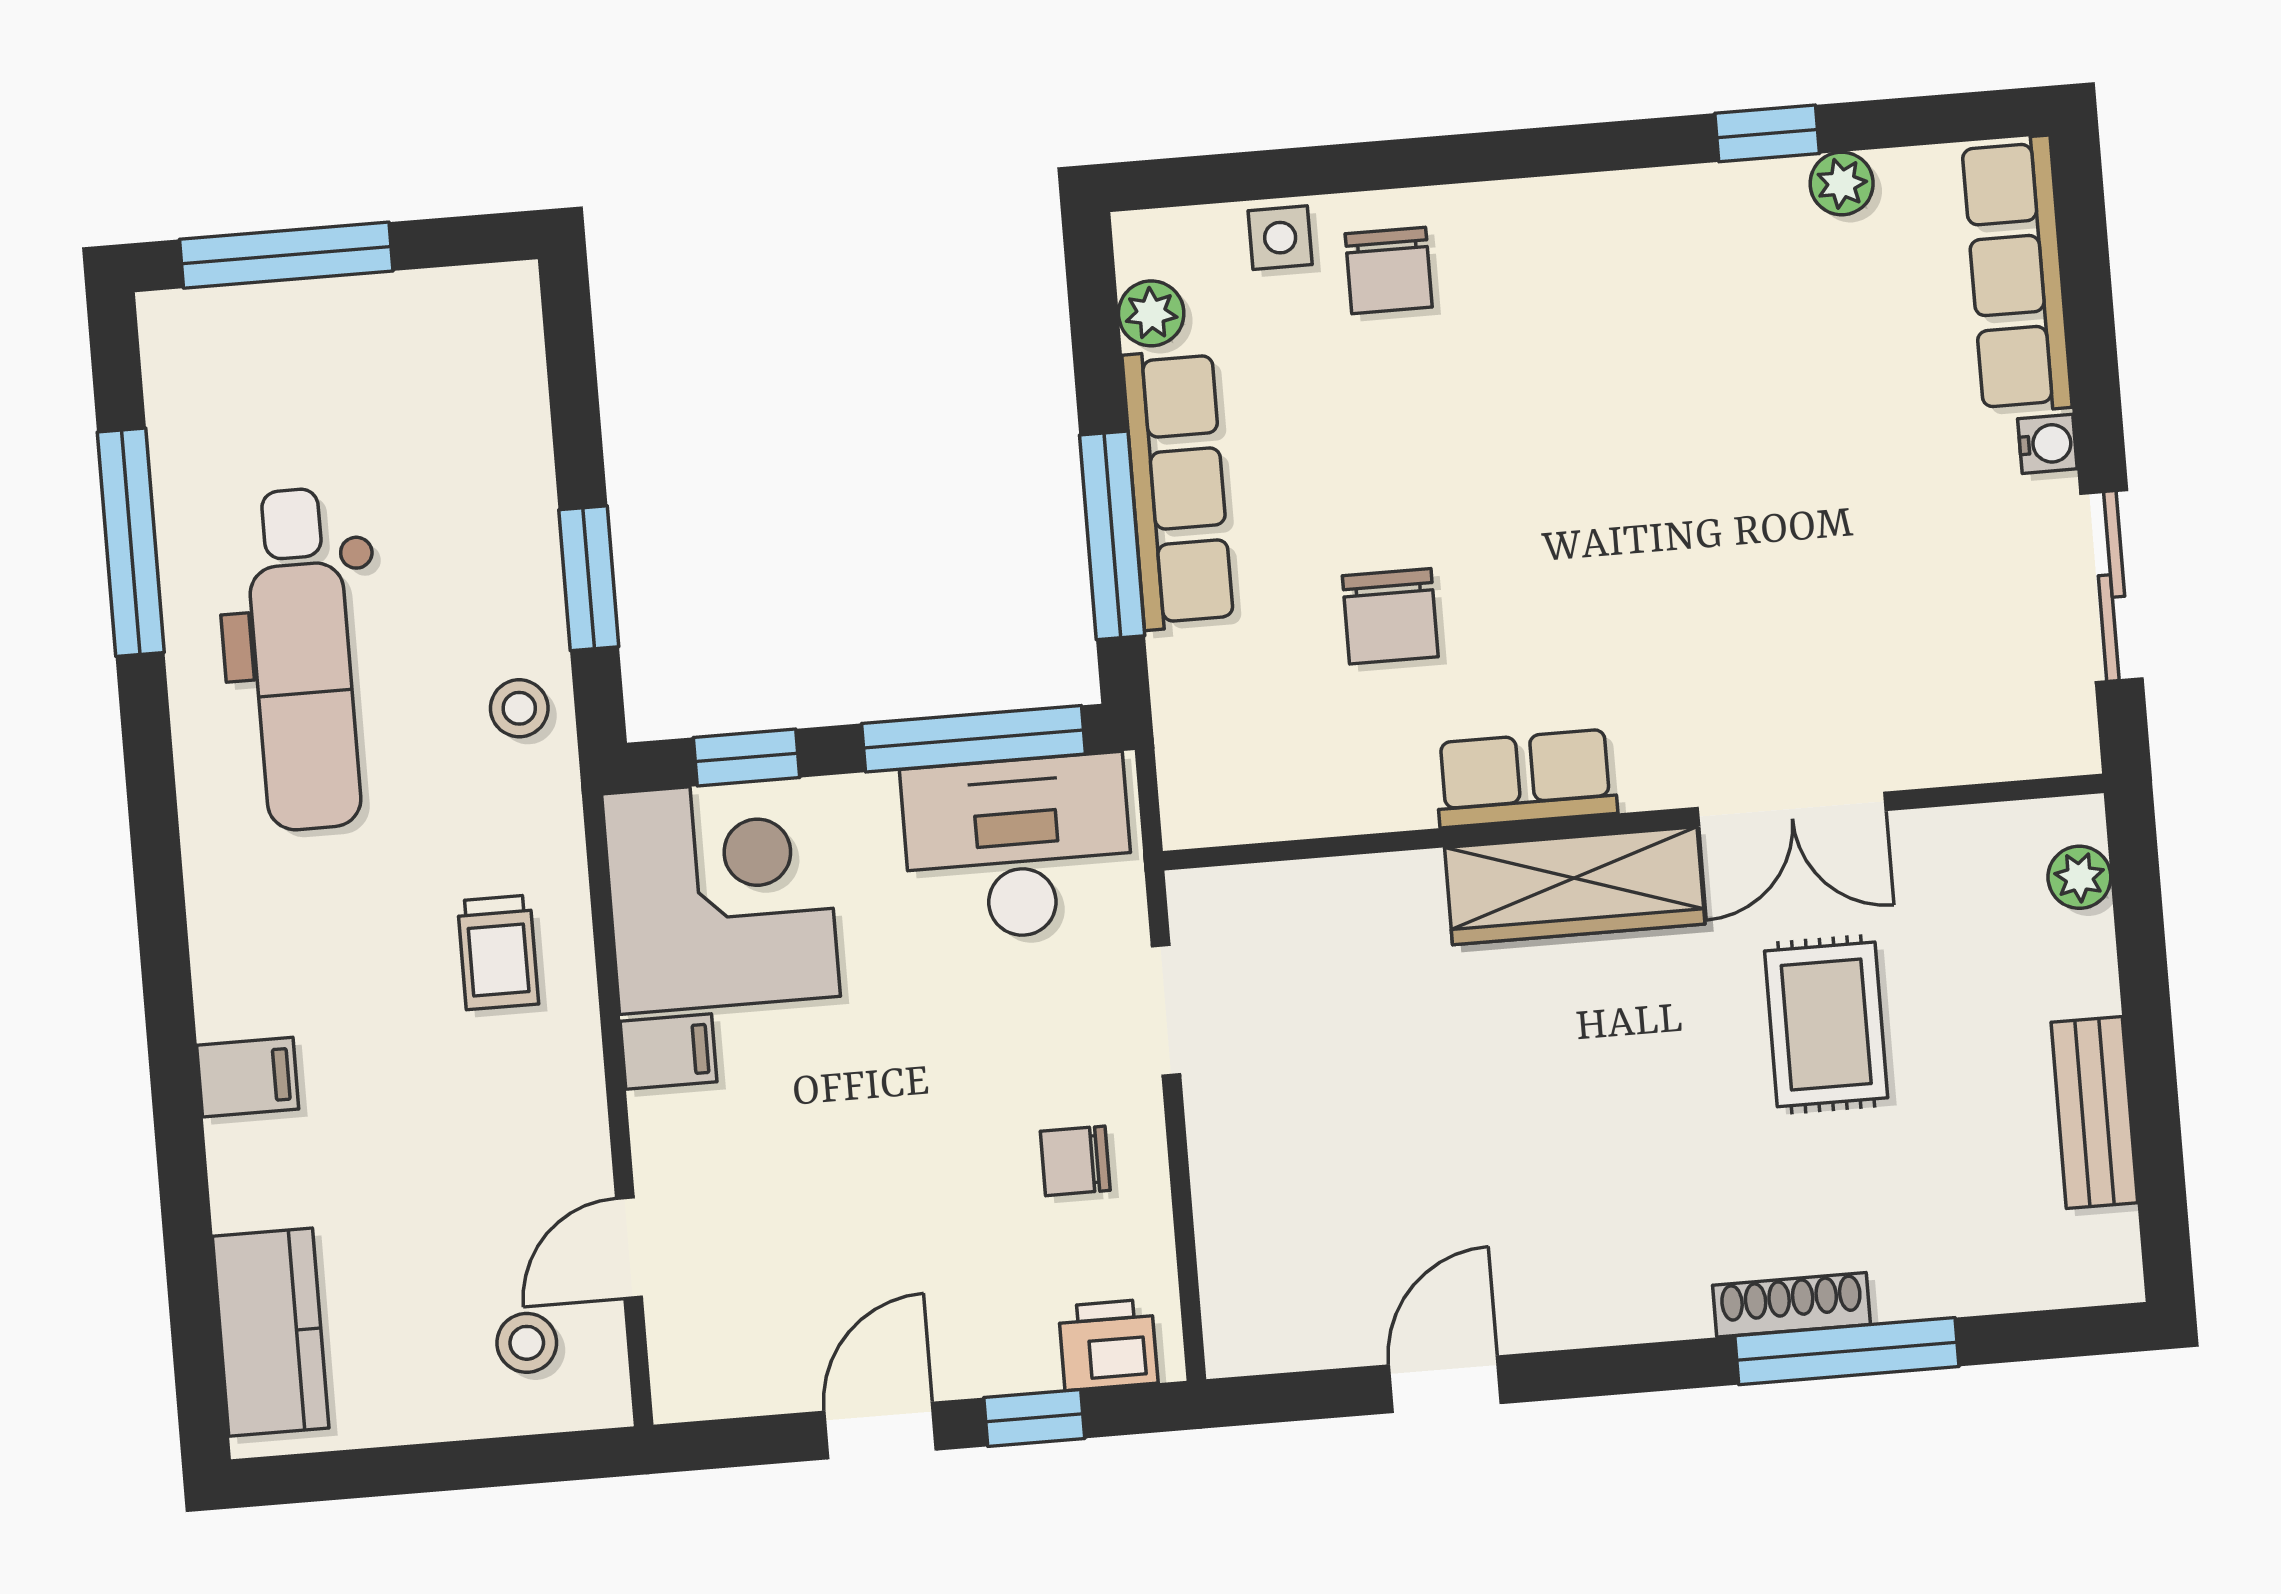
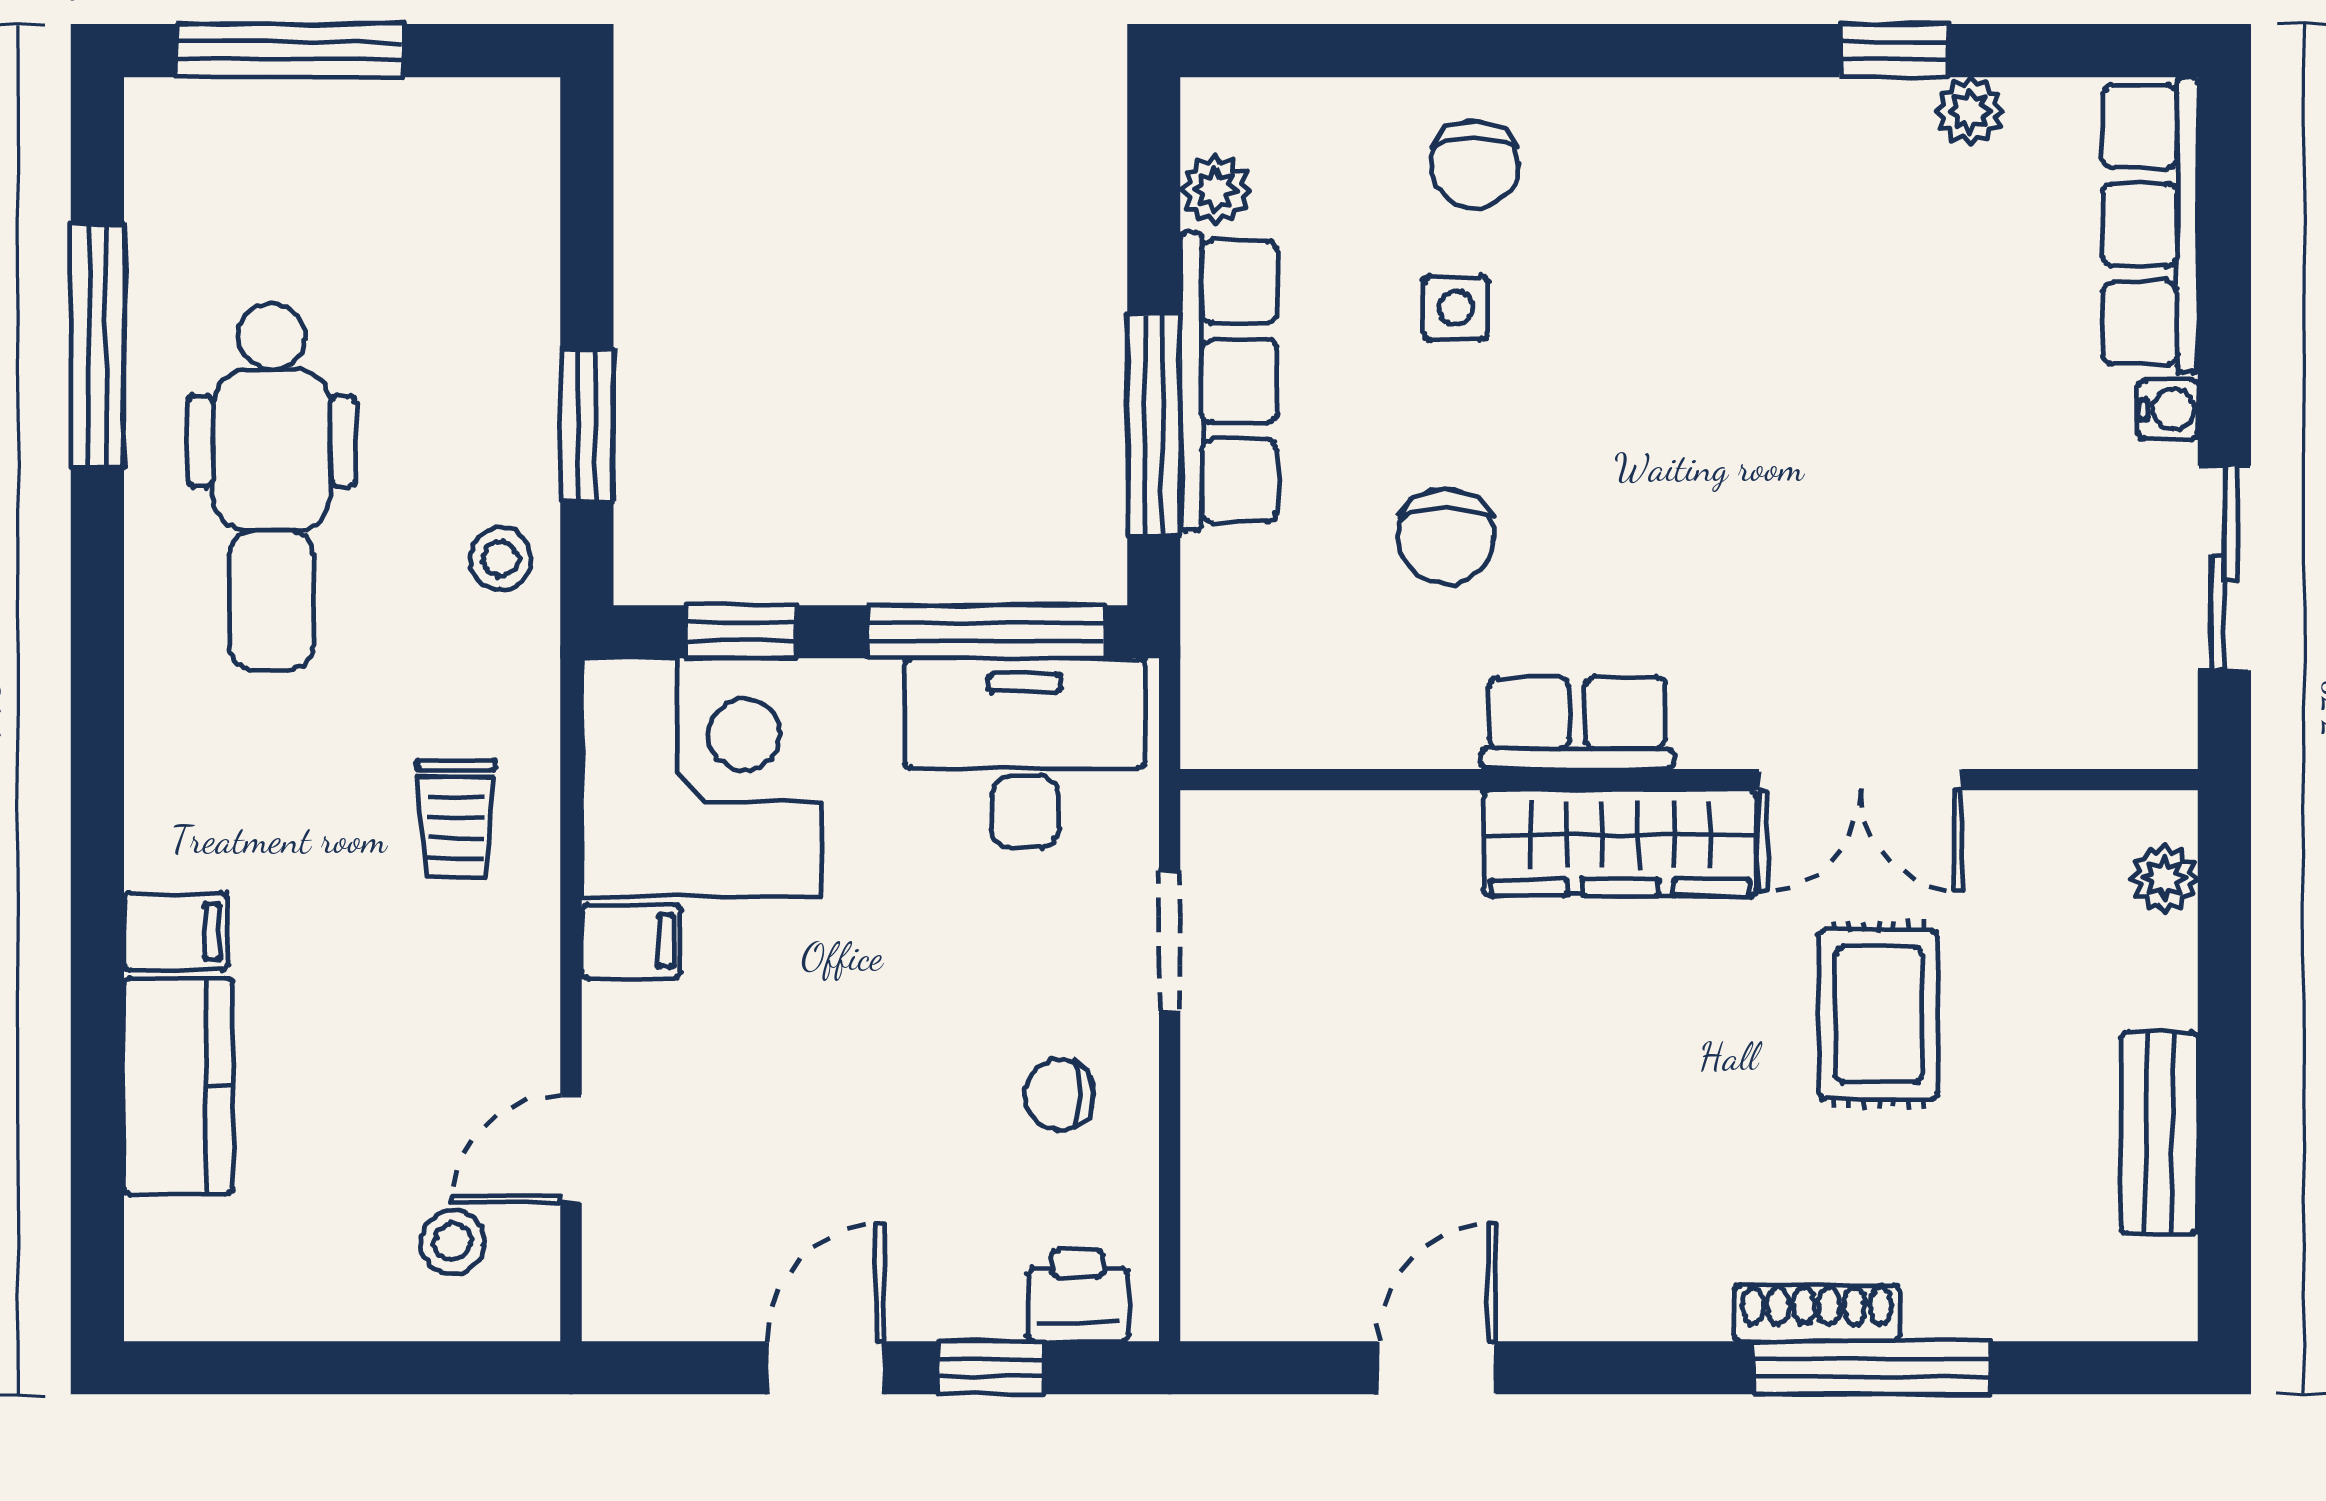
side table: (1280, 238) -> (1455, 307), moved
kitchen counter: (271, 1332) -> (178, 1086), moved

